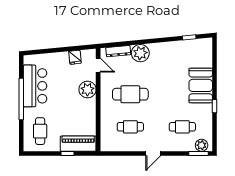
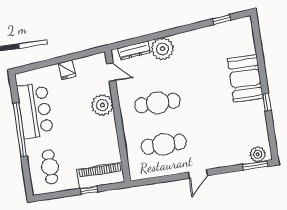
fridge: (75, 57) -> (67, 70), moved
cafe table: (130, 127) -> (164, 144), width x1.37, depth x1.35
cafe table: (182, 127) -> (230, 134), removed

